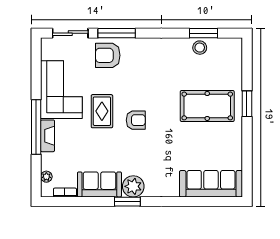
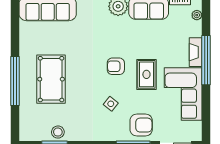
side table: (141, 79) -> (111, 104), added
window: (247, 104) -> (15, 81), width x2.11
pool table: (207, 106) -> (51, 79), turned 90

